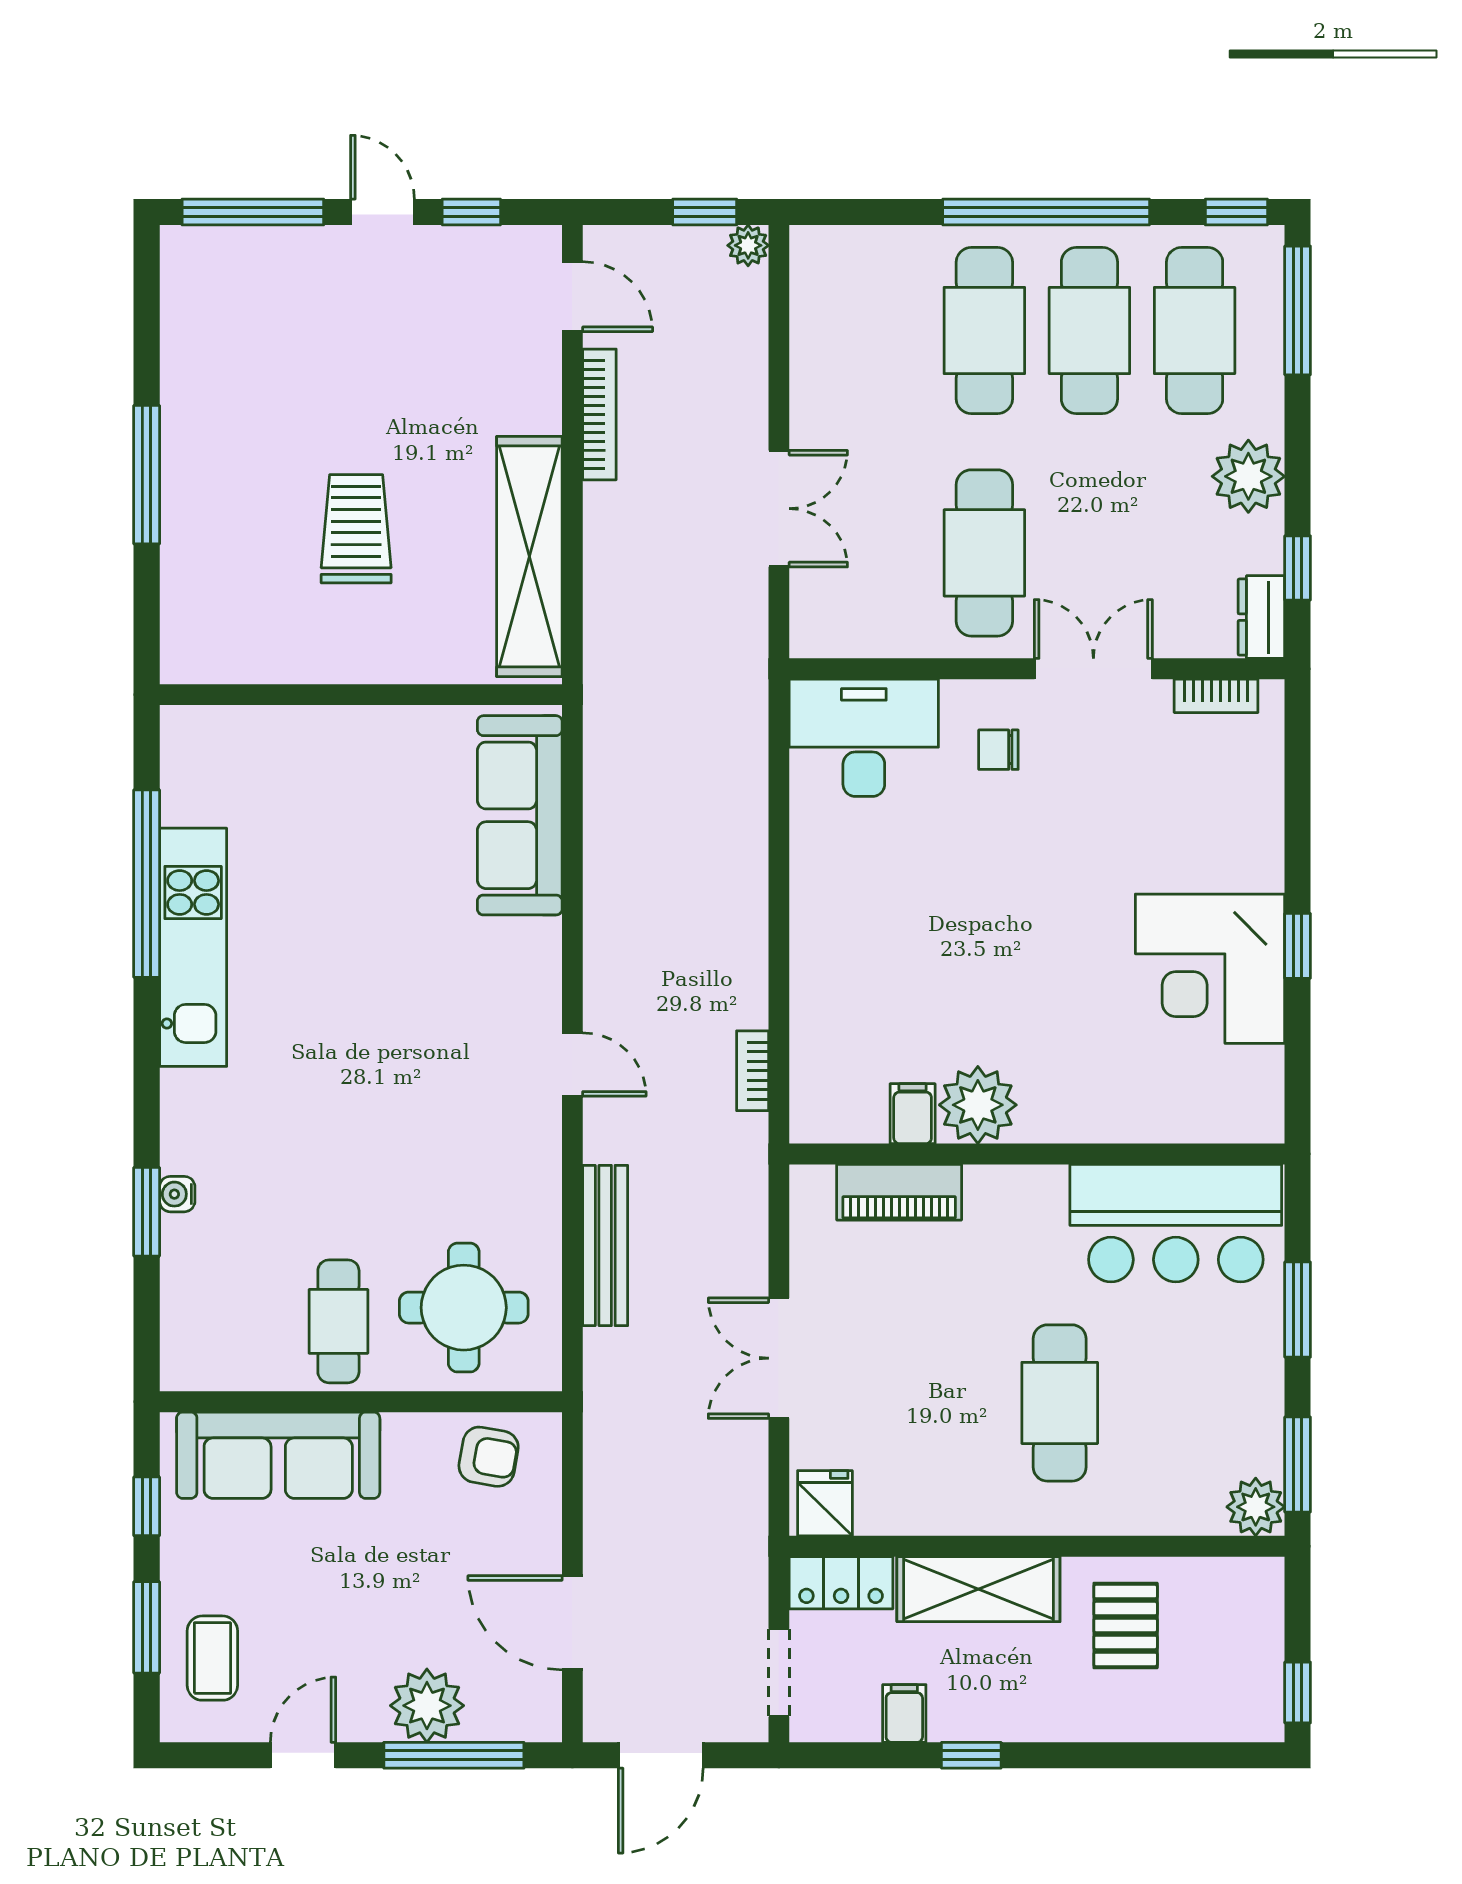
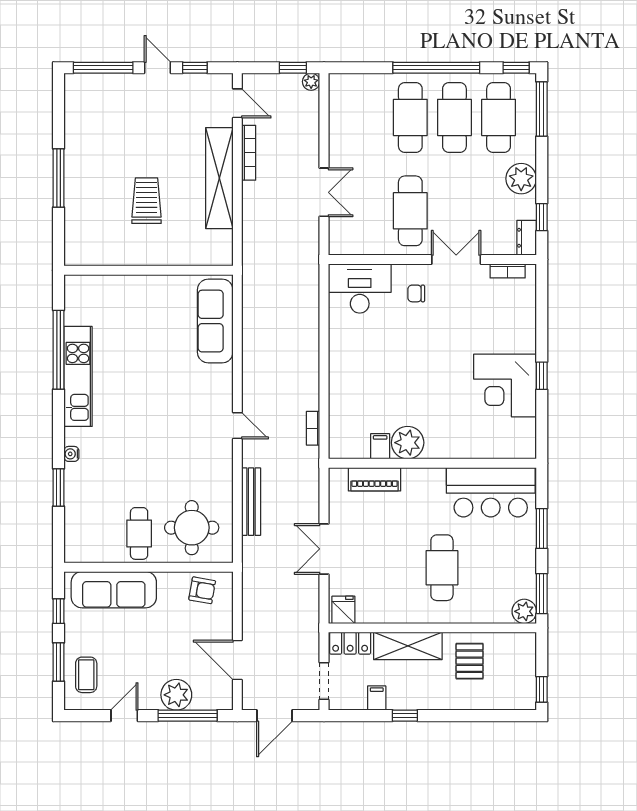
shelving: (529, 556) -> (219, 178), moved
water cooler: (177, 1194) -> (71, 454), moved

